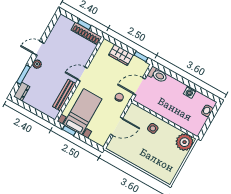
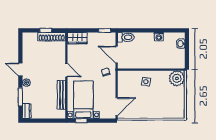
door: (38, 48) -> (20, 70), hinge flipped
wardrobe: (121, 55) -> (77, 38), moved
door: (82, 74) -> (66, 70), swing flipped
door: (139, 86) -> (117, 55), hinge flipped
door: (117, 126) -> (117, 107), moved

